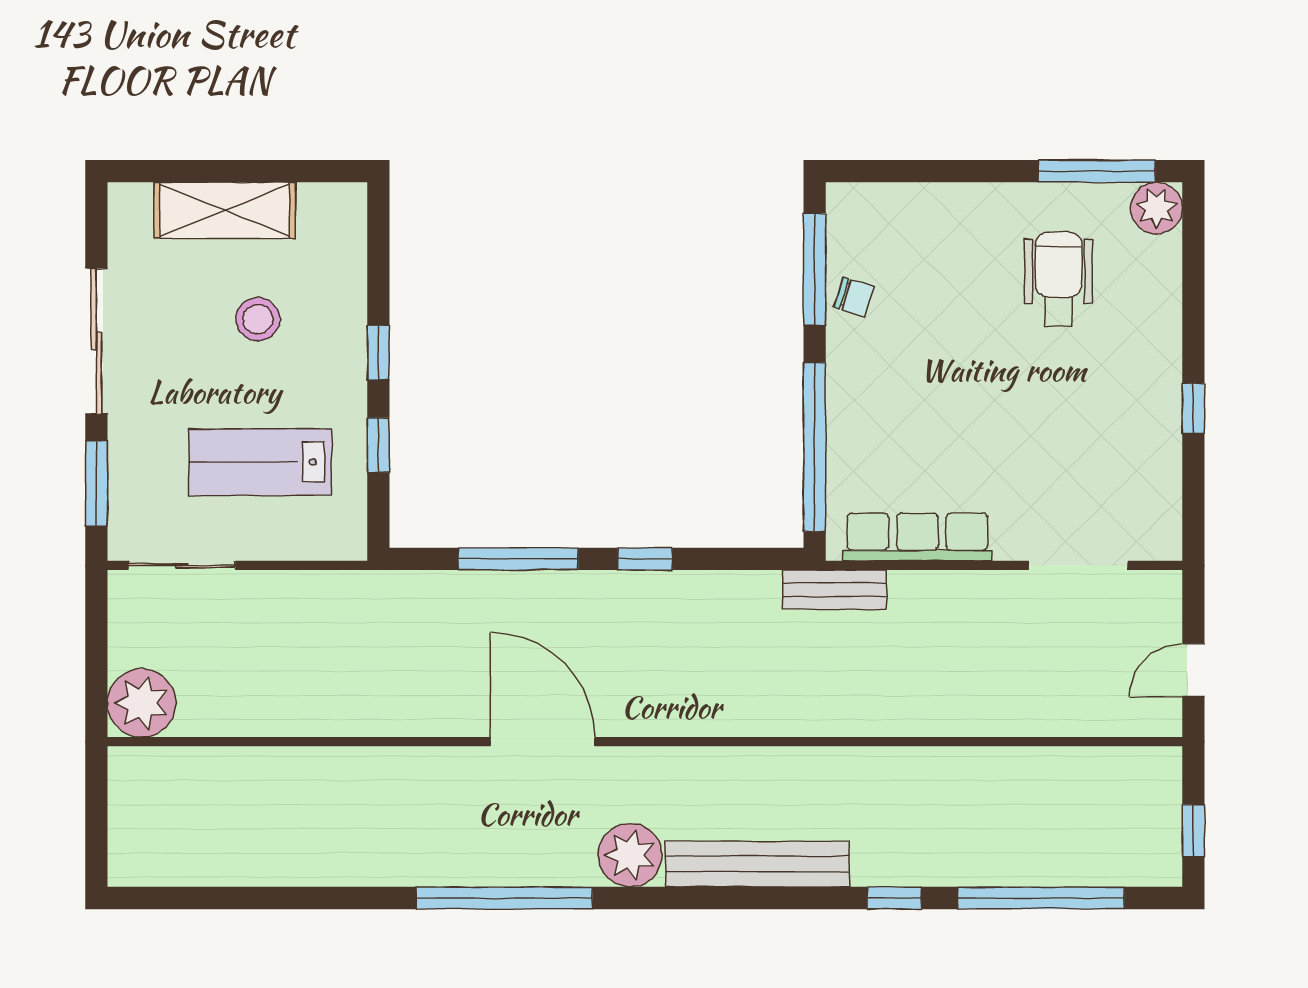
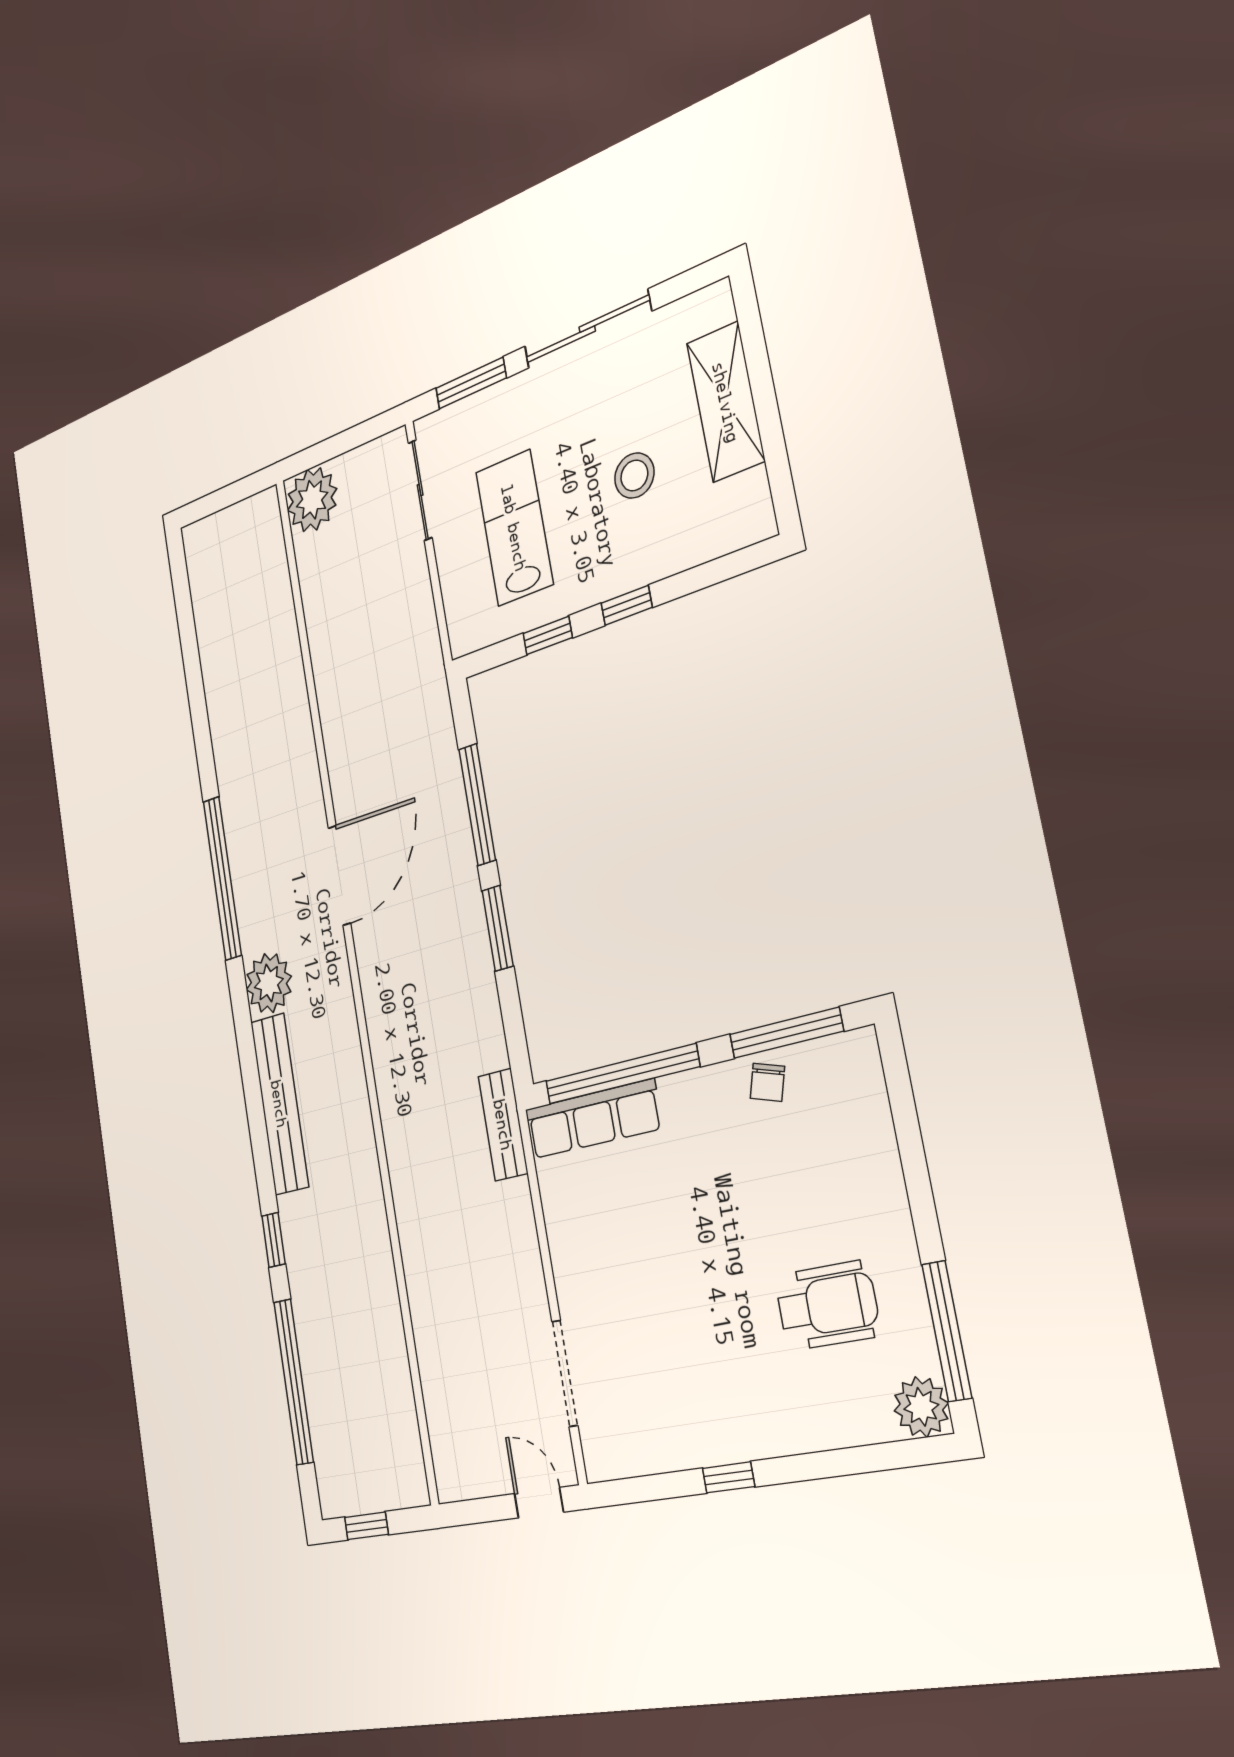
row of seats: (917, 537) -> (593, 1119), moved, turned 90
window: (645, 559) -> (498, 928), width x1.50
door: (1193, 670) -> (539, 1503), moved

